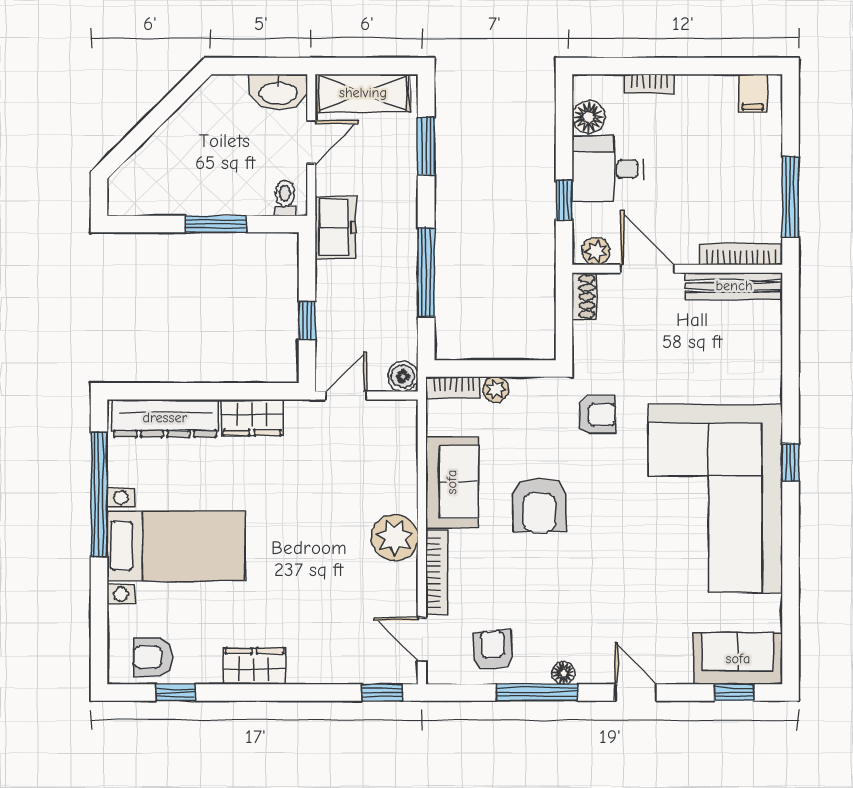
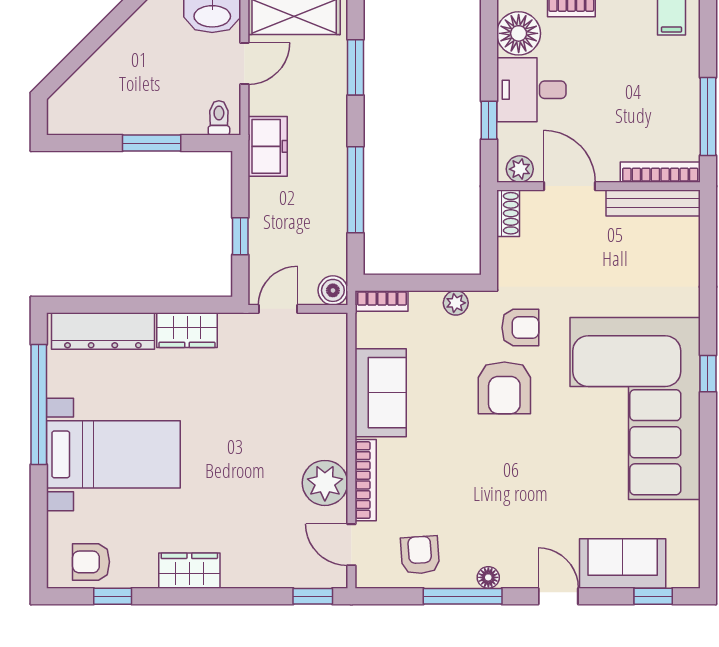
floor lamp: (589, 117) -> (519, 33), width x1.38, depth x1.38
plant: (496, 389) -> (456, 303), moved
armchair: (539, 505) -> (504, 388), moved
plant: (395, 538) -> (325, 483), moved
sofa: (738, 659) -> (623, 563), moved

